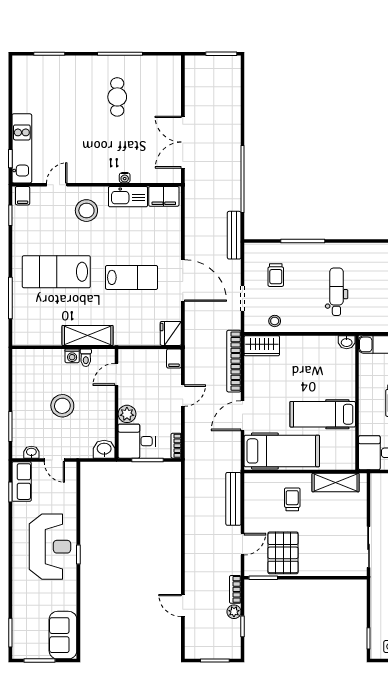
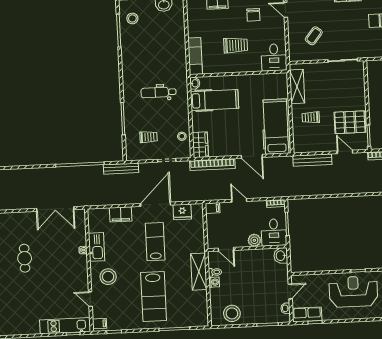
cafe table: (117, 97) -> (25, 258), turned 90
filing cabinet: (164, 196) -> (121, 214), moved, turned 90
fridge: (171, 333) -> (182, 212), moved
stool: (62, 406) -> (232, 313), moved
hospital bed: (323, 414) -> (214, 100), moved, turned -90

